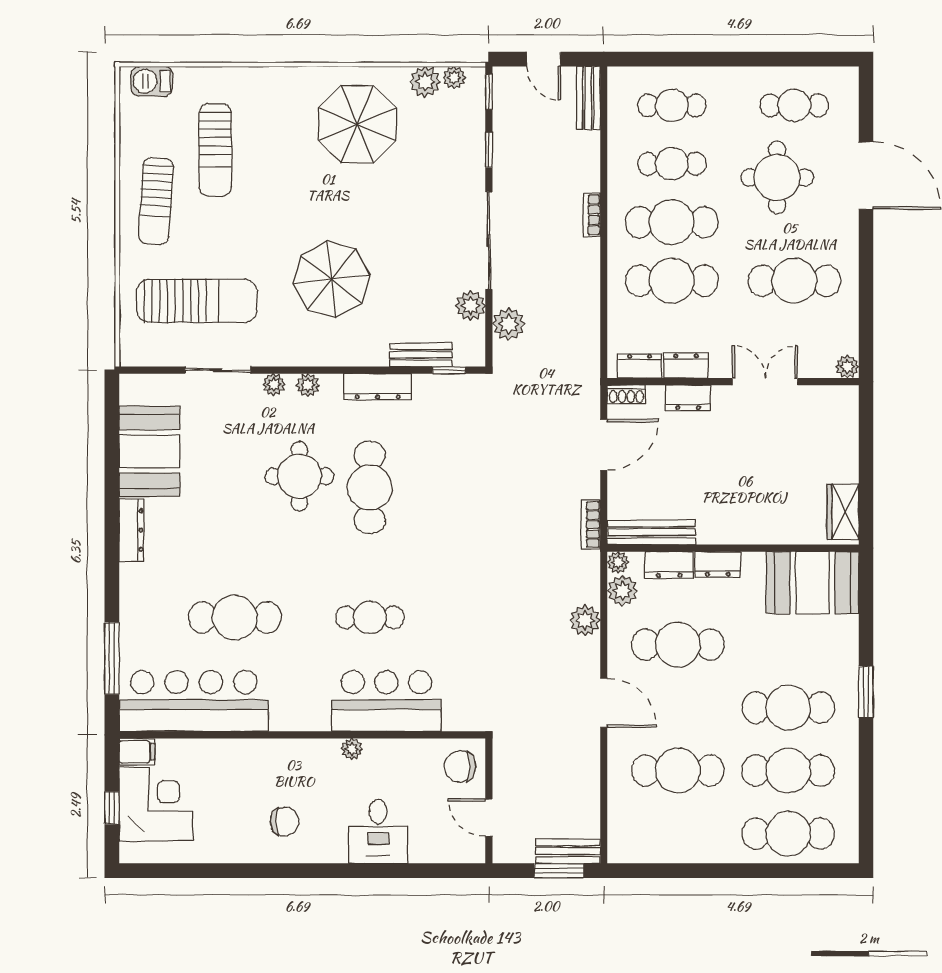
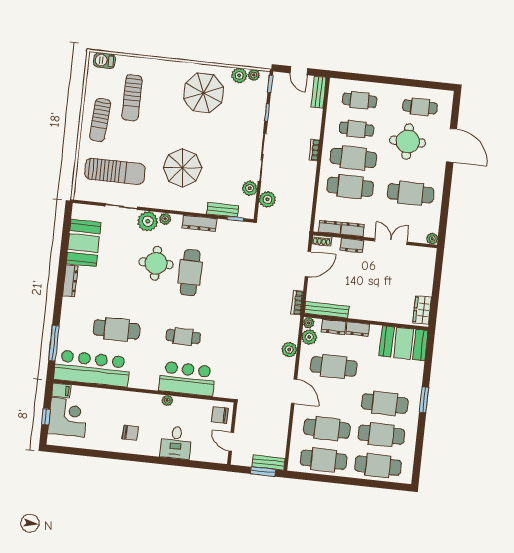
plant: (274, 384) -> (148, 221), width x1.87, depth x1.87
cafe table: (678, 834) -> (324, 460), added

